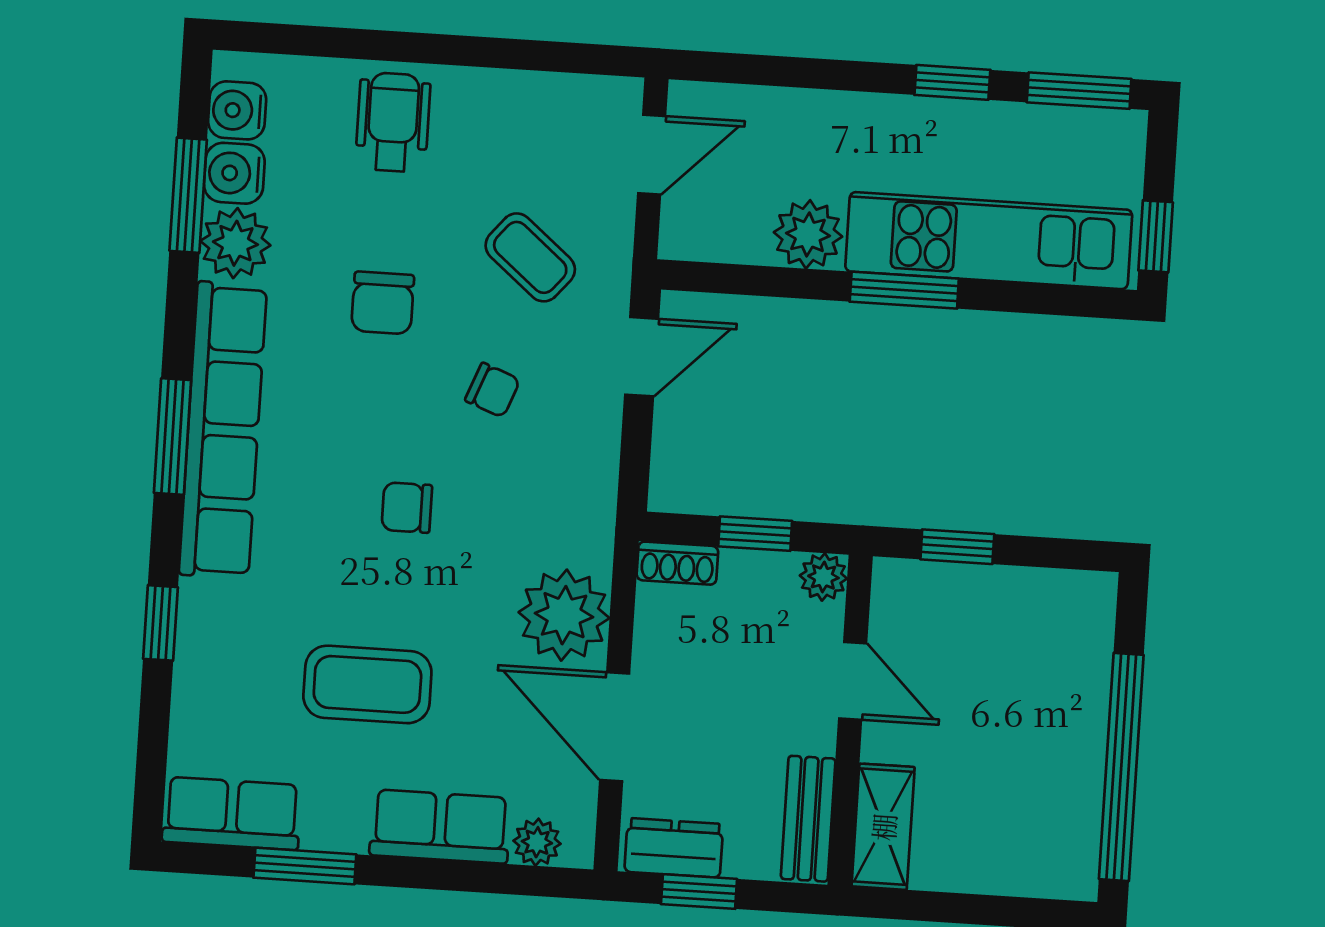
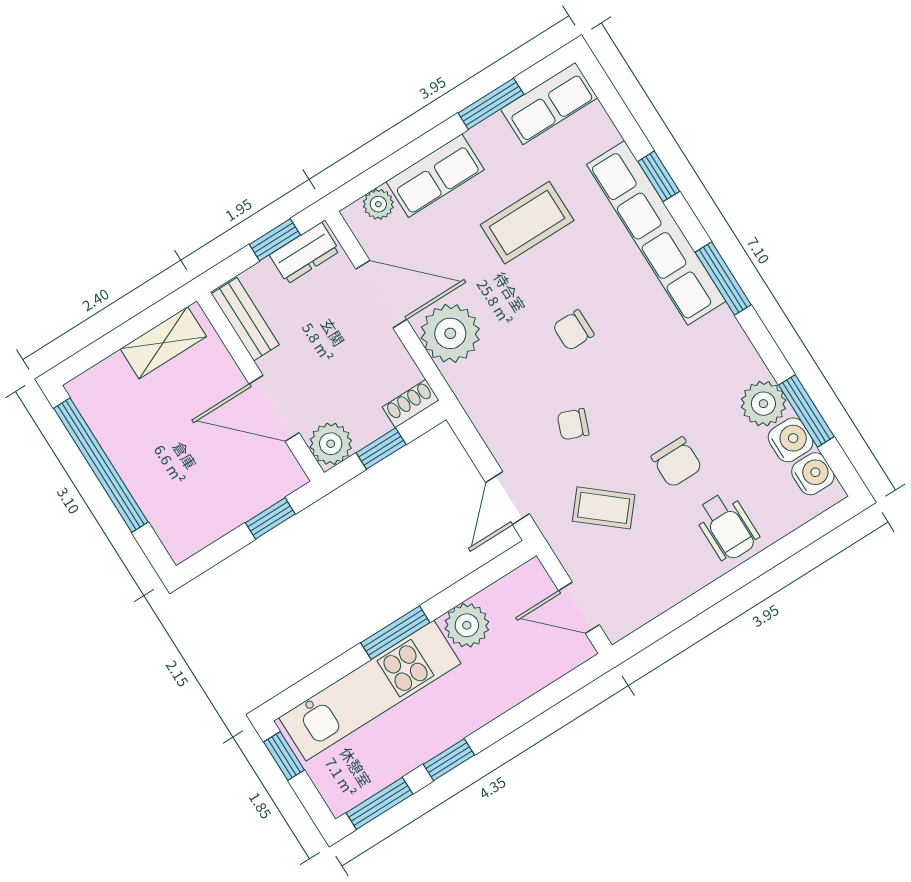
door: (652, 155) -> (579, 608), hinge flipped
chair: (383, 303) -> (677, 462), moved, turned 180
row of seats: (223, 430) -> (656, 233), moved
chair: (407, 508) -> (573, 330), turned 180
plant: (823, 577) -> (331, 444), width x1.38, depth x1.38
door: (853, 681) -> (274, 408), width x1.37
shelving: (883, 827) -> (163, 343), moved, turned 90

